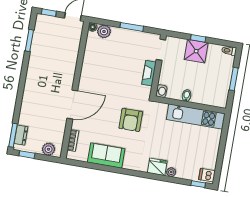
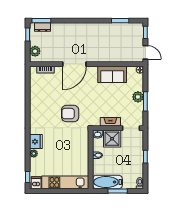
plant: (104, 31) -> (138, 97), moved
shower: (196, 51) -> (112, 139), moved
bathtub: (221, 89) -> (107, 182), added
door: (72, 105) -> (74, 64), hinge flipped
kitchen unit: (196, 117) -> (65, 182), moved, turned 90
sofa: (106, 156) -> (112, 74), moved, turned 90

